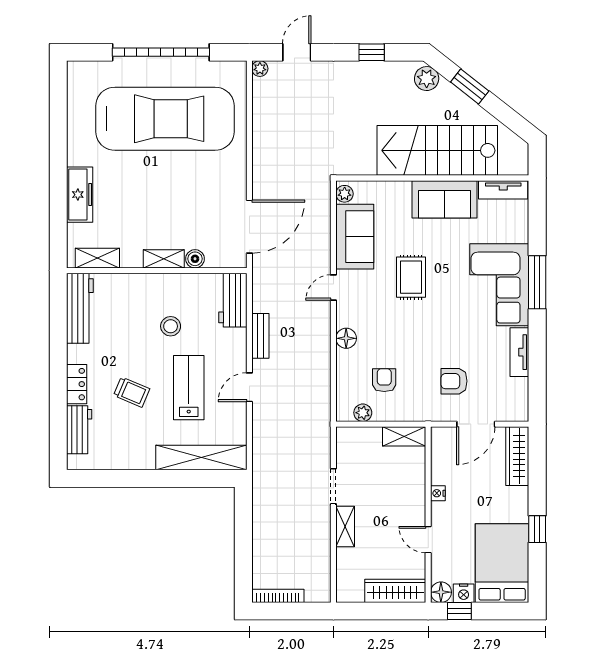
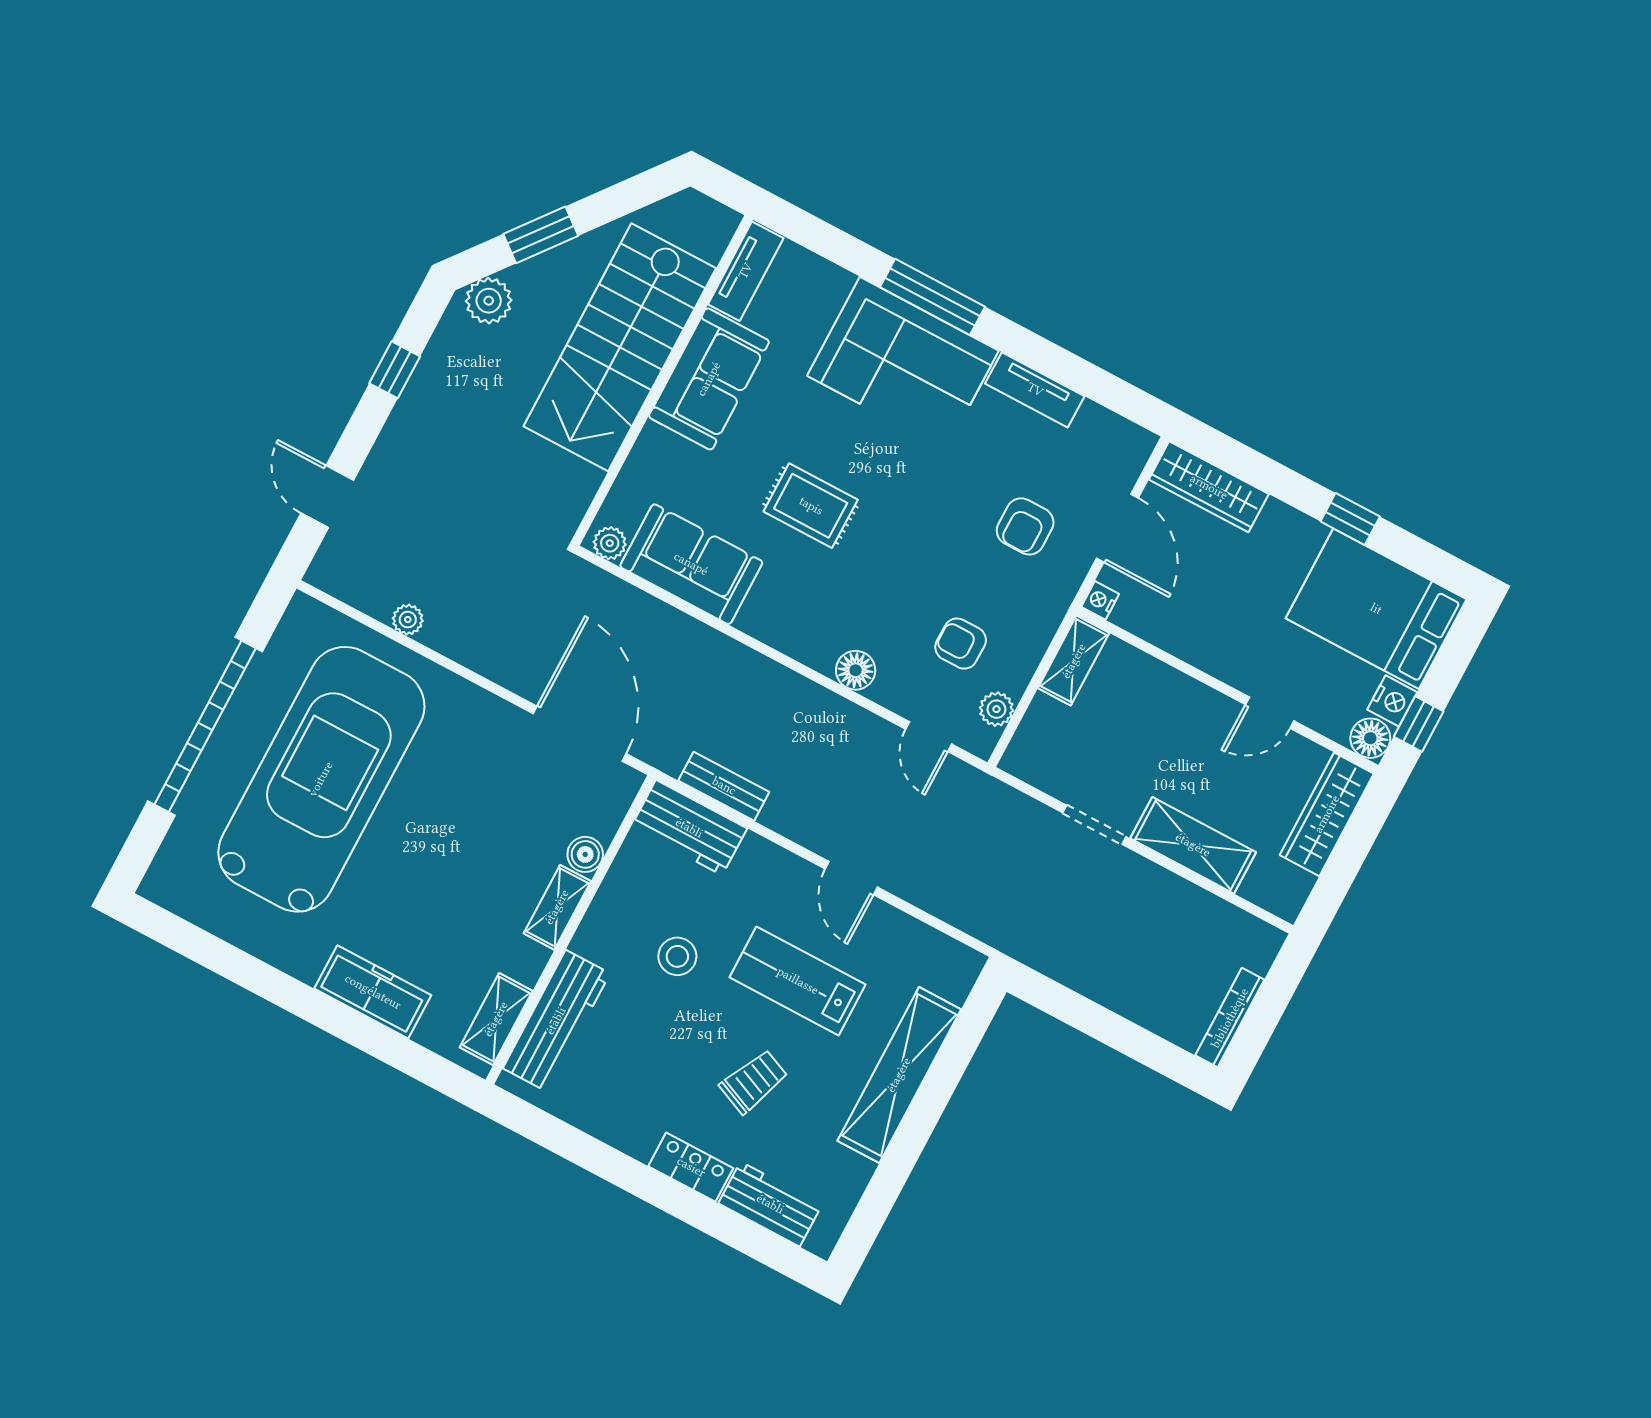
plant: (260, 69) -> (408, 620), moved
door: (333, 287) -> (929, 737), moved
workbench: (80, 308) -> (556, 1021), moved, turned 90
bench: (260, 336) -> (724, 786), moved
shelving: (201, 458) -> (899, 1075), moved
nightstand: (438, 493) -> (1100, 600), moved, turned 90
shelving: (345, 527) -> (1193, 845), width x1.50, depth x1.33

